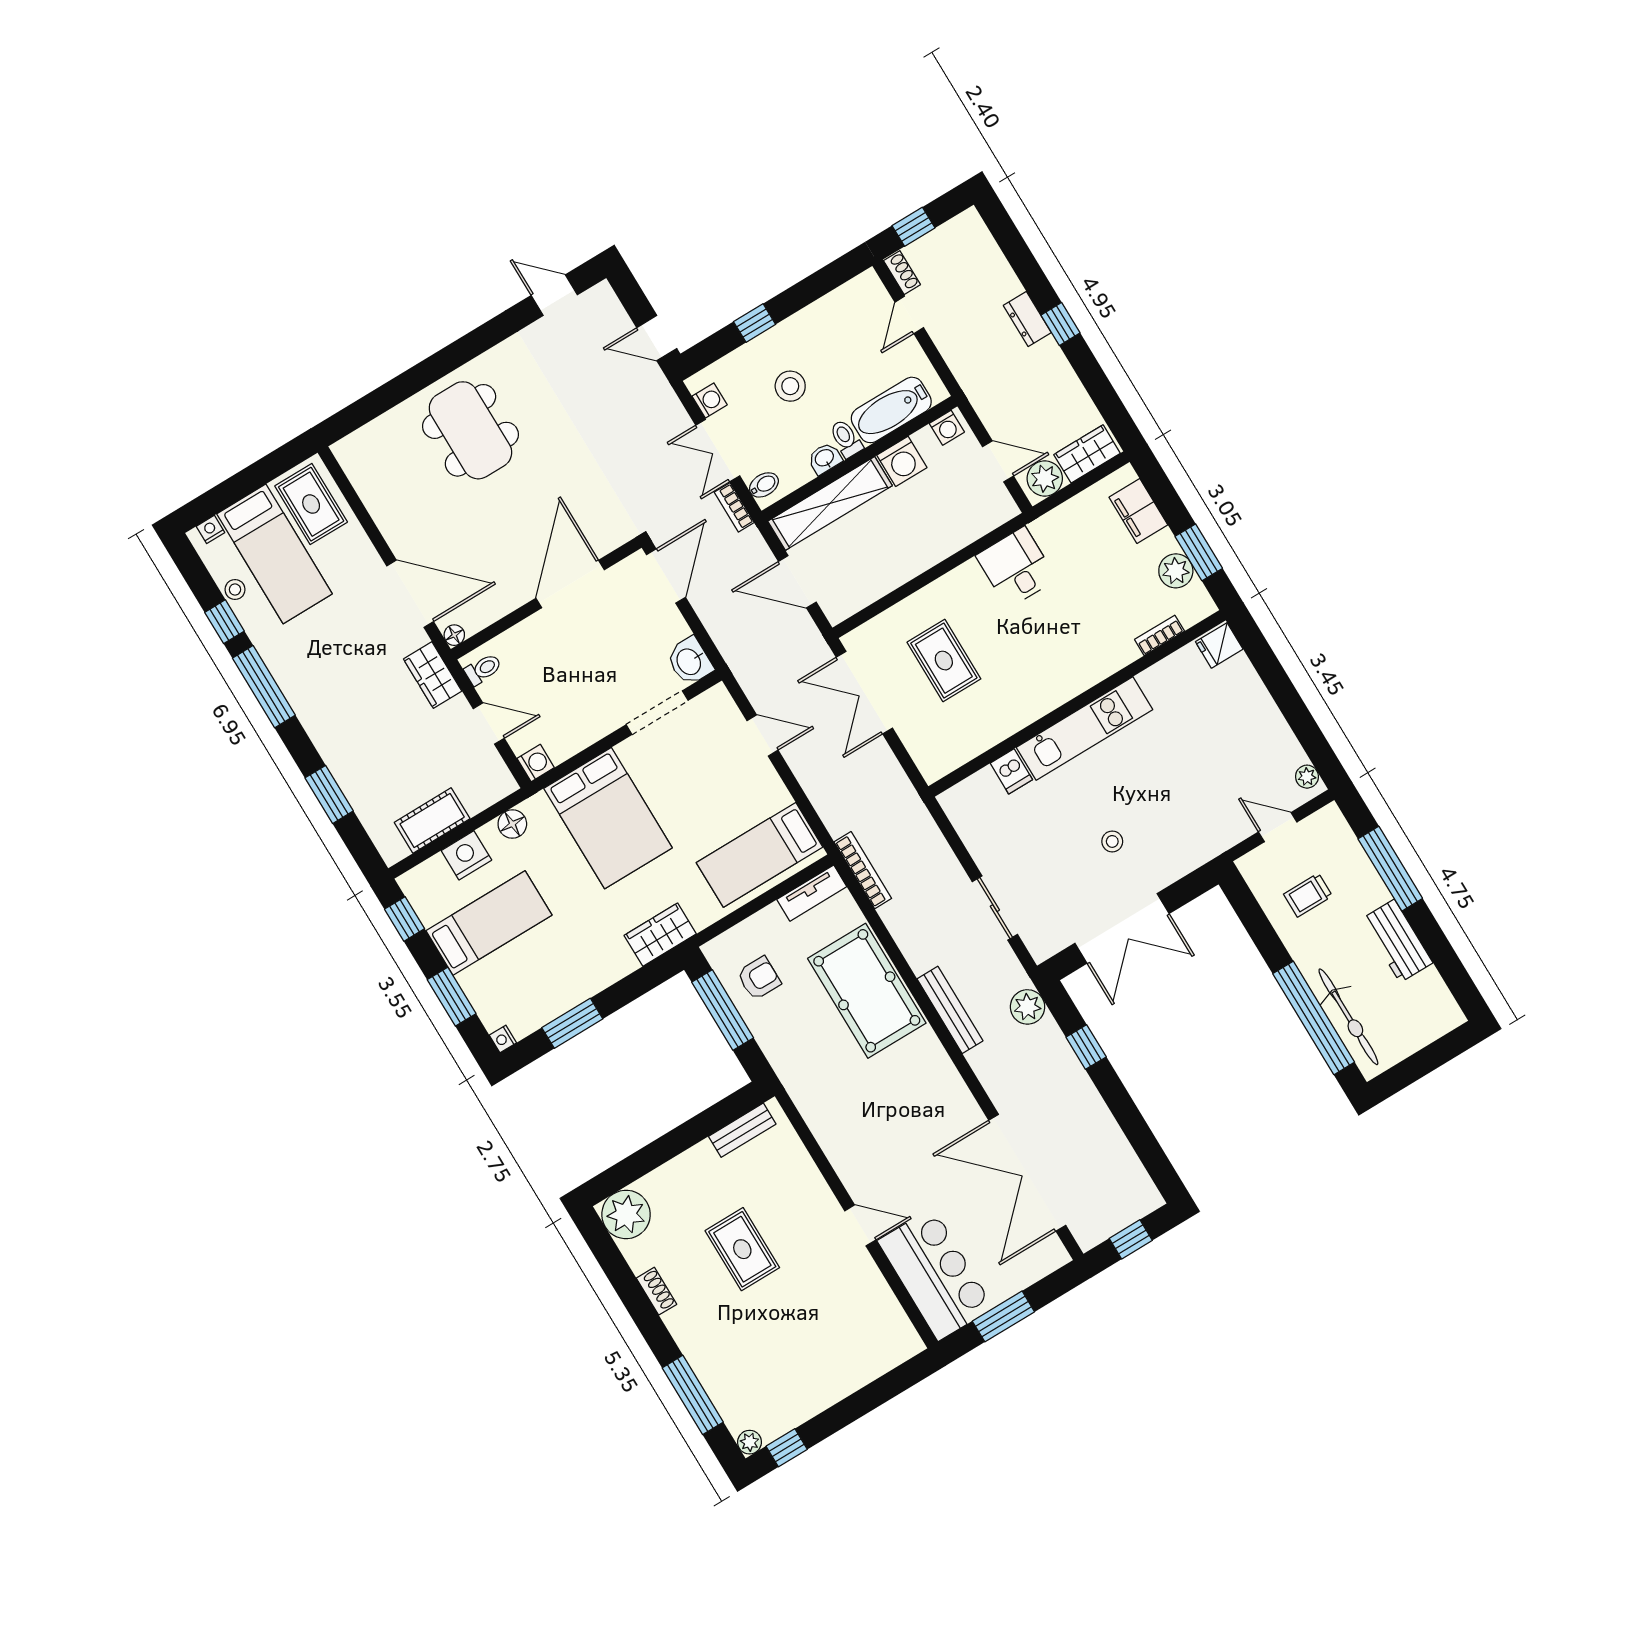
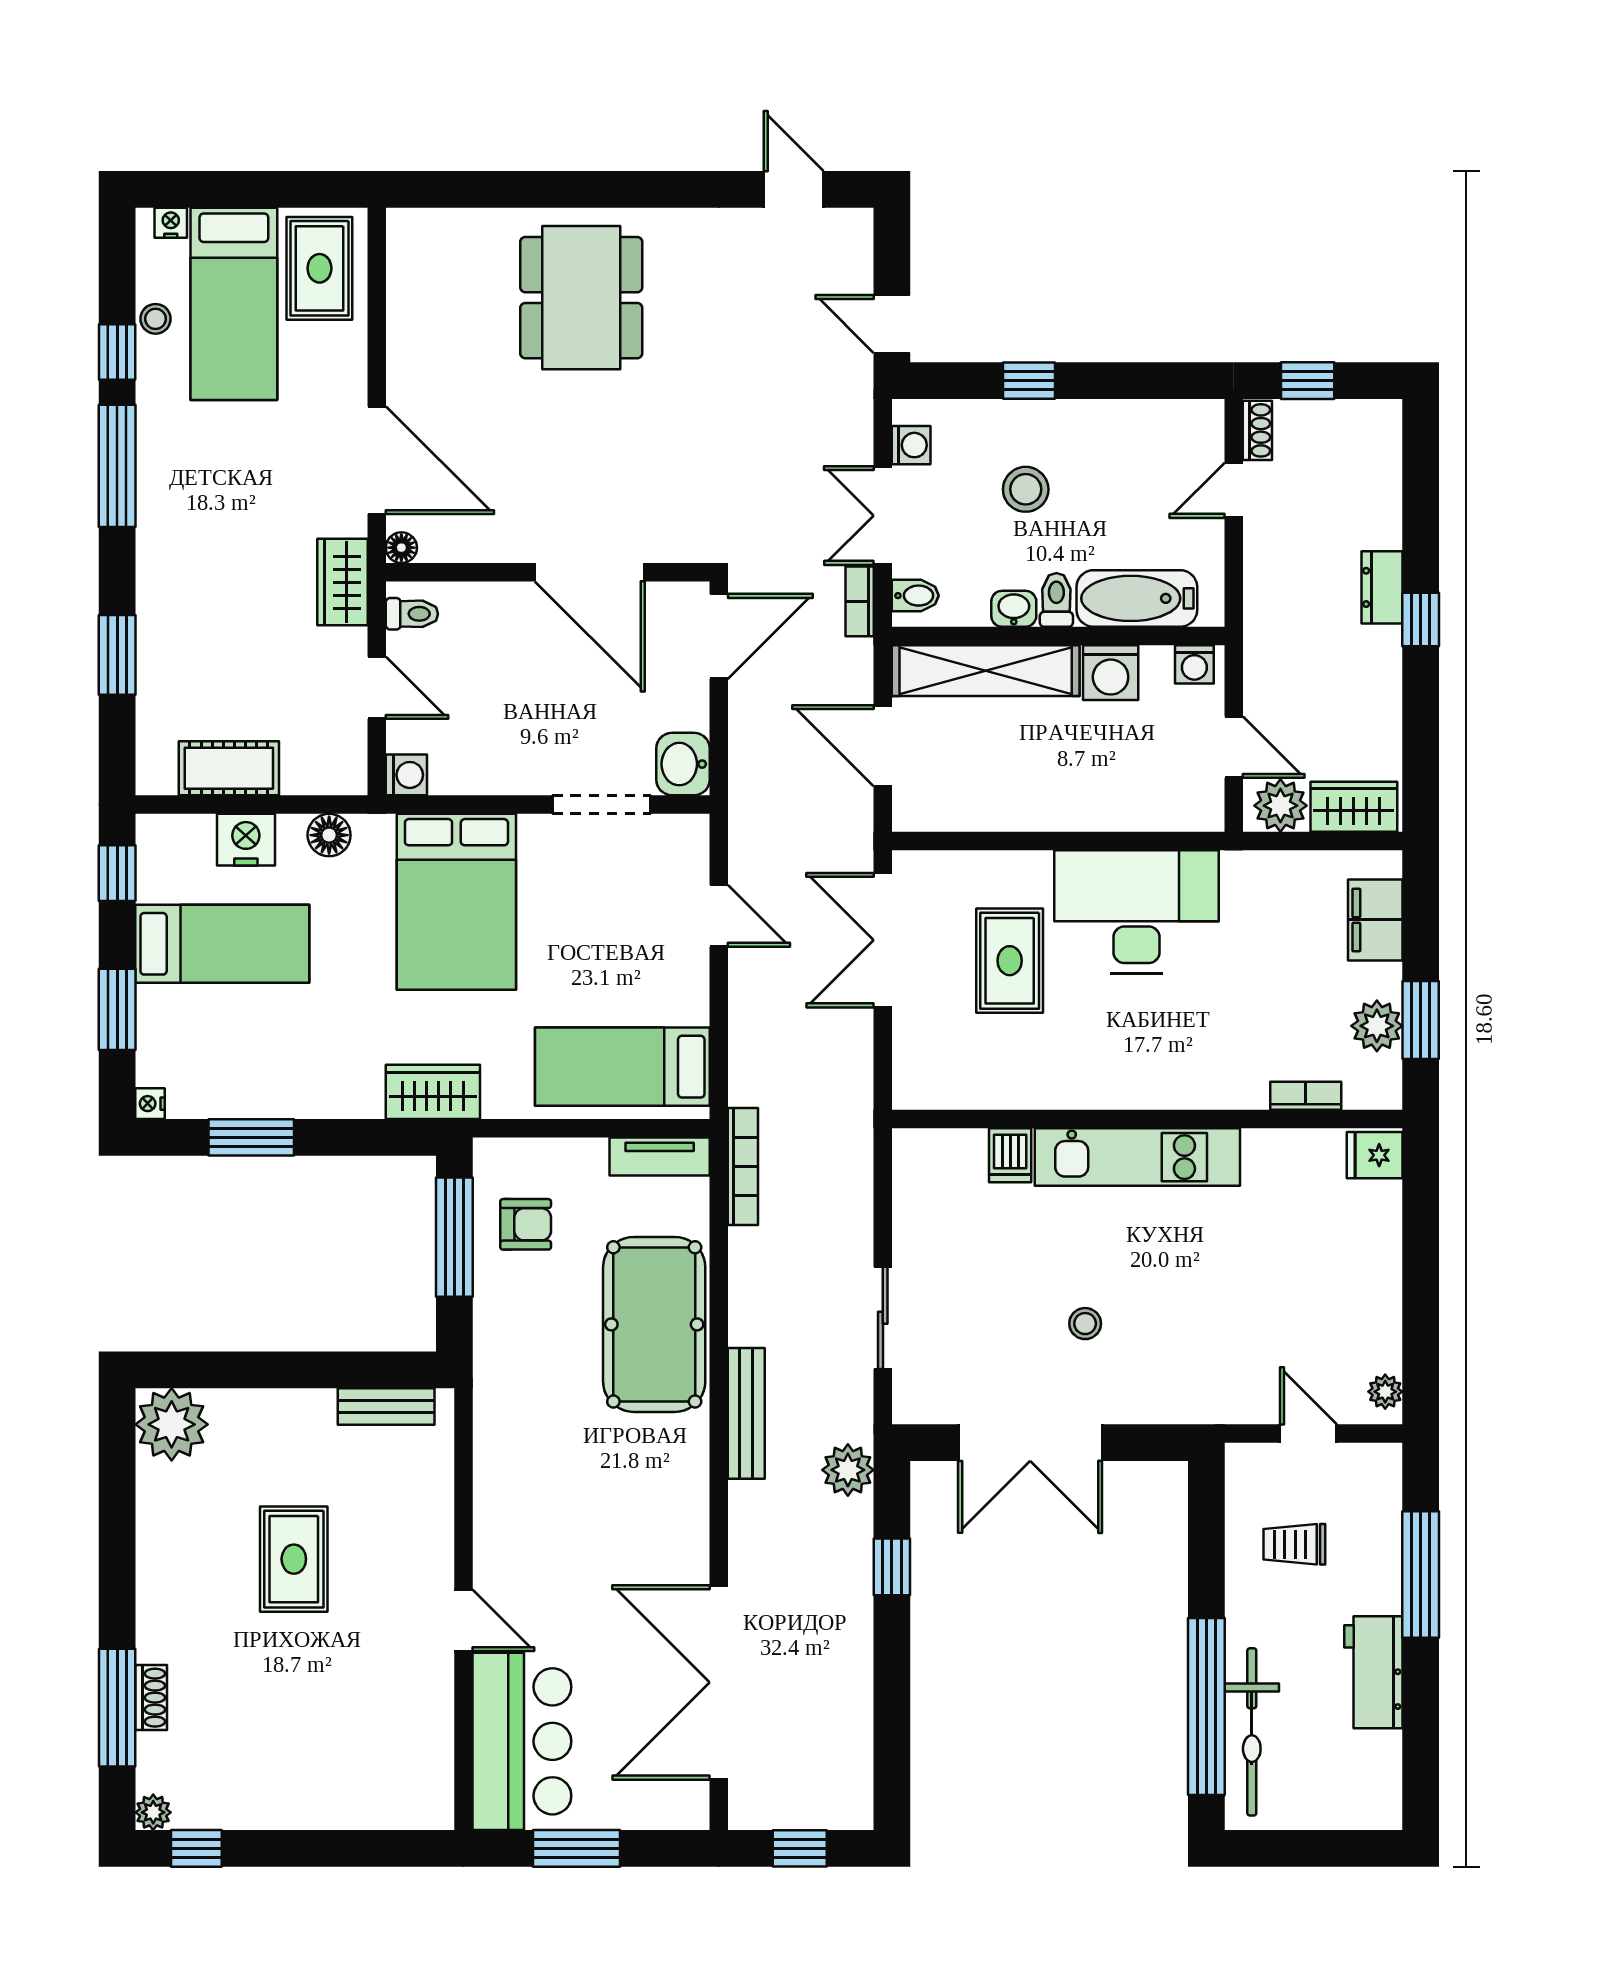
desk: (1016, 567) -> (1136, 912), width x1.87, depth x1.30
door: (570, 584) -> (590, 572), swing flipped
shoe rack: (657, 1291) -> (151, 1698), moved

